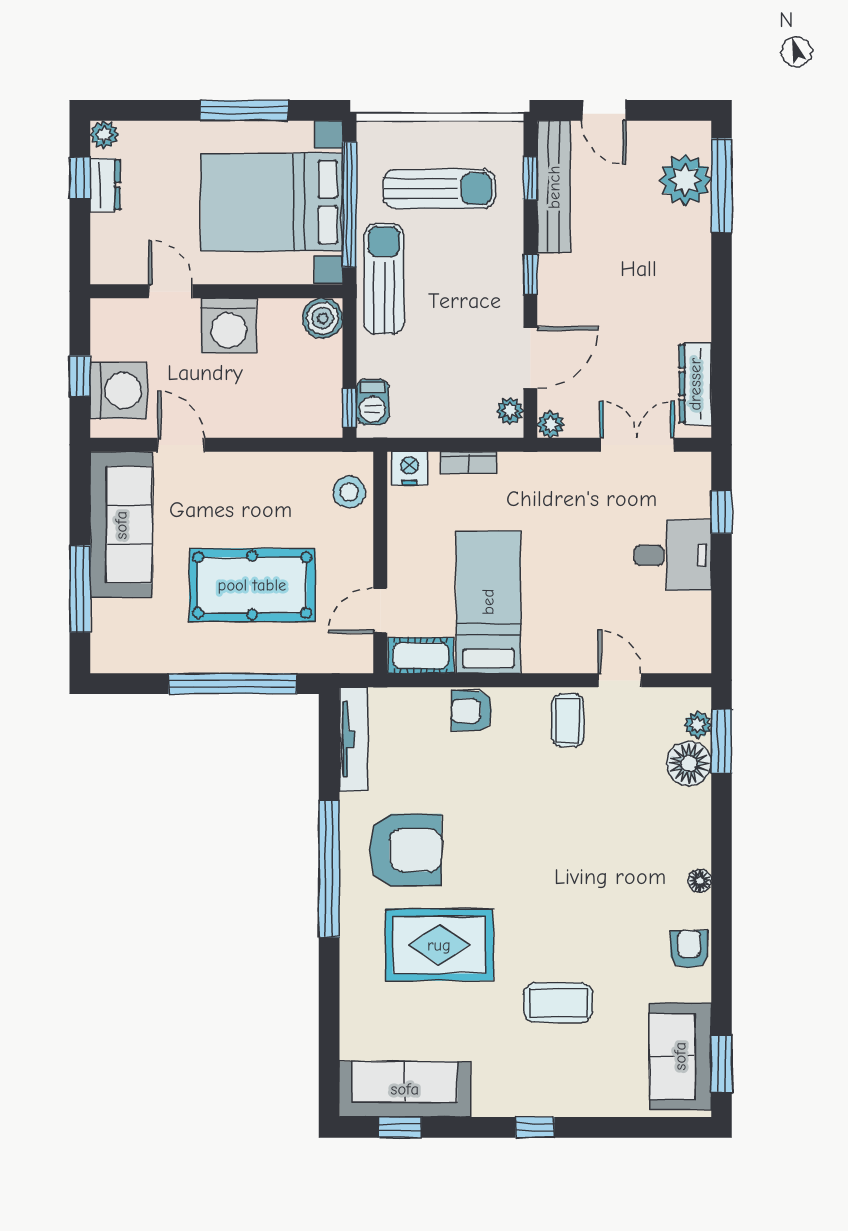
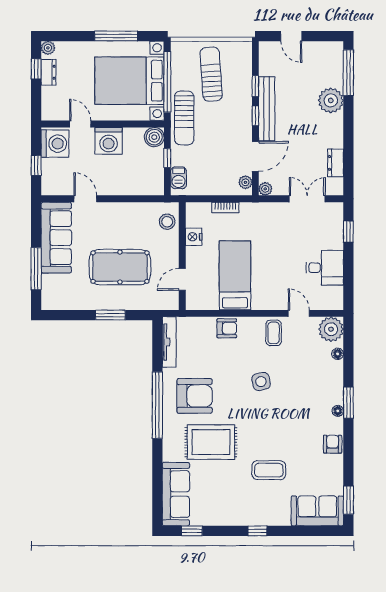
window: (530, 178) -> (255, 86), moved
plant: (685, 180) -> (331, 100), moved
bench: (554, 187) -> (267, 109), moved
sun lounger: (439, 189) -> (211, 74), turned -94
sun lounger: (384, 279) -> (184, 118), turned 180
dresser: (695, 384) -> (336, 163), width x0.70
washing machine: (119, 391) -> (55, 144), moved
window: (350, 408) -> (167, 158), moved
nightstand: (409, 468) -> (194, 237), moved, turned -90
desk: (673, 555) -> (325, 268), moved
cot: (421, 656) -> (202, 301), removed
window: (233, 684) -> (110, 315), width x0.47
armchair: (472, 711) -> (227, 328), turned 180
plant: (698, 725) -> (331, 329), width x1.88, depth x1.88
window: (722, 741) -> (348, 403), moved
floor lamp: (689, 763) -> (338, 354), width x0.53, depth x0.53
side table: (542, 820) -> (261, 382), added
sofa: (680, 1056) -> (317, 511), moved, turned 90
sofa: (405, 1089) -> (176, 494), moved, turned 90

